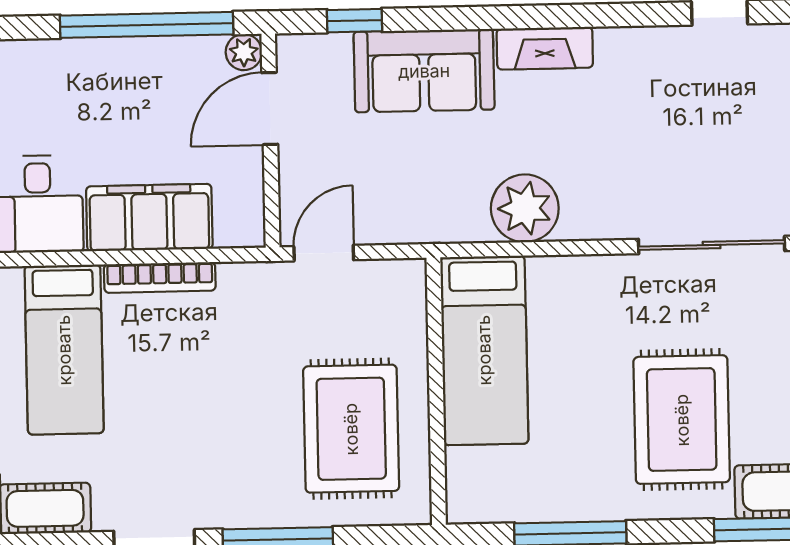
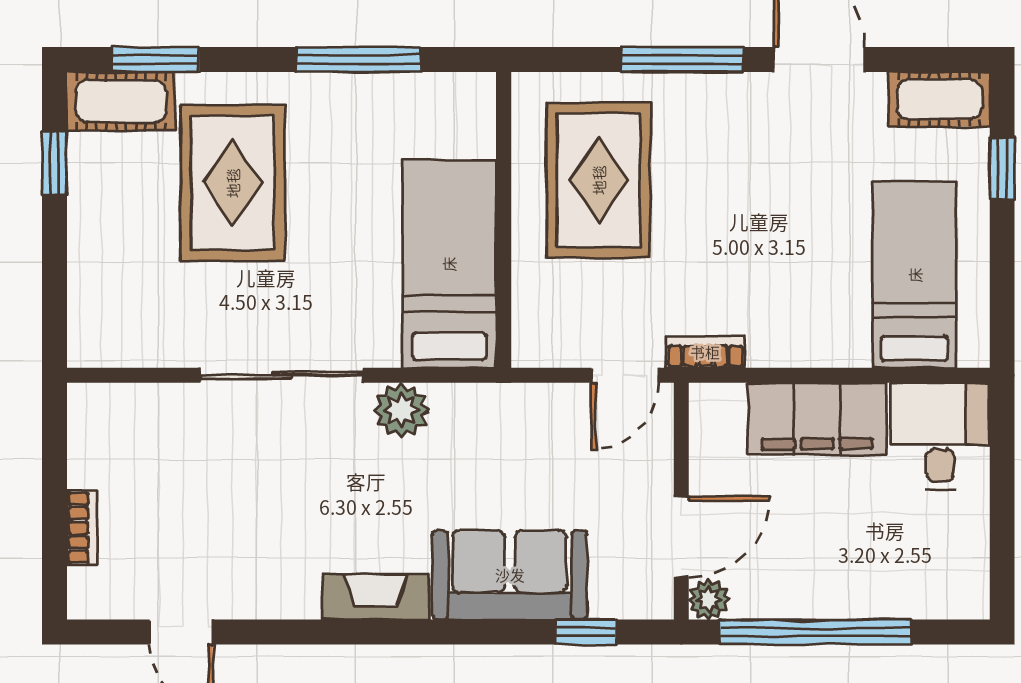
plant: (525, 208) -> (401, 410), width x0.73, depth x0.73
sliding door: (712, 245) -> (282, 375), moved
bookcase: (160, 277) -> (705, 352), moved, width x0.64

